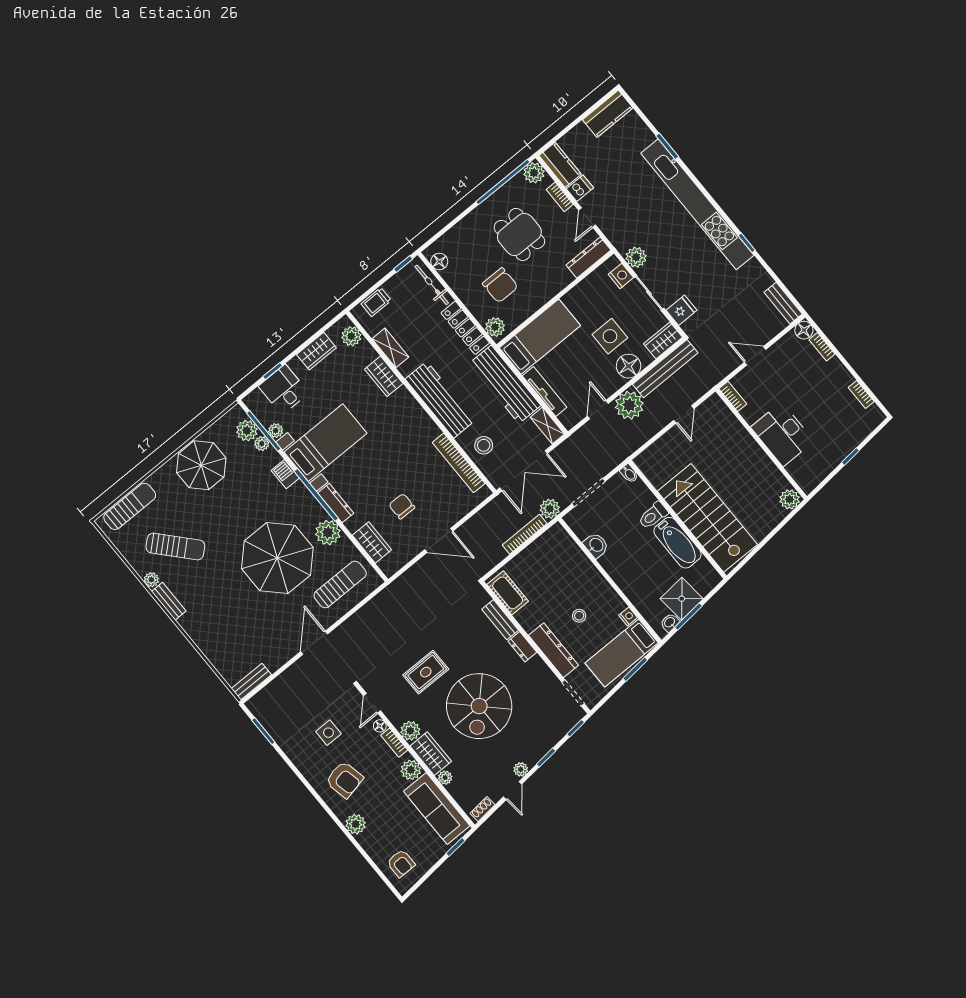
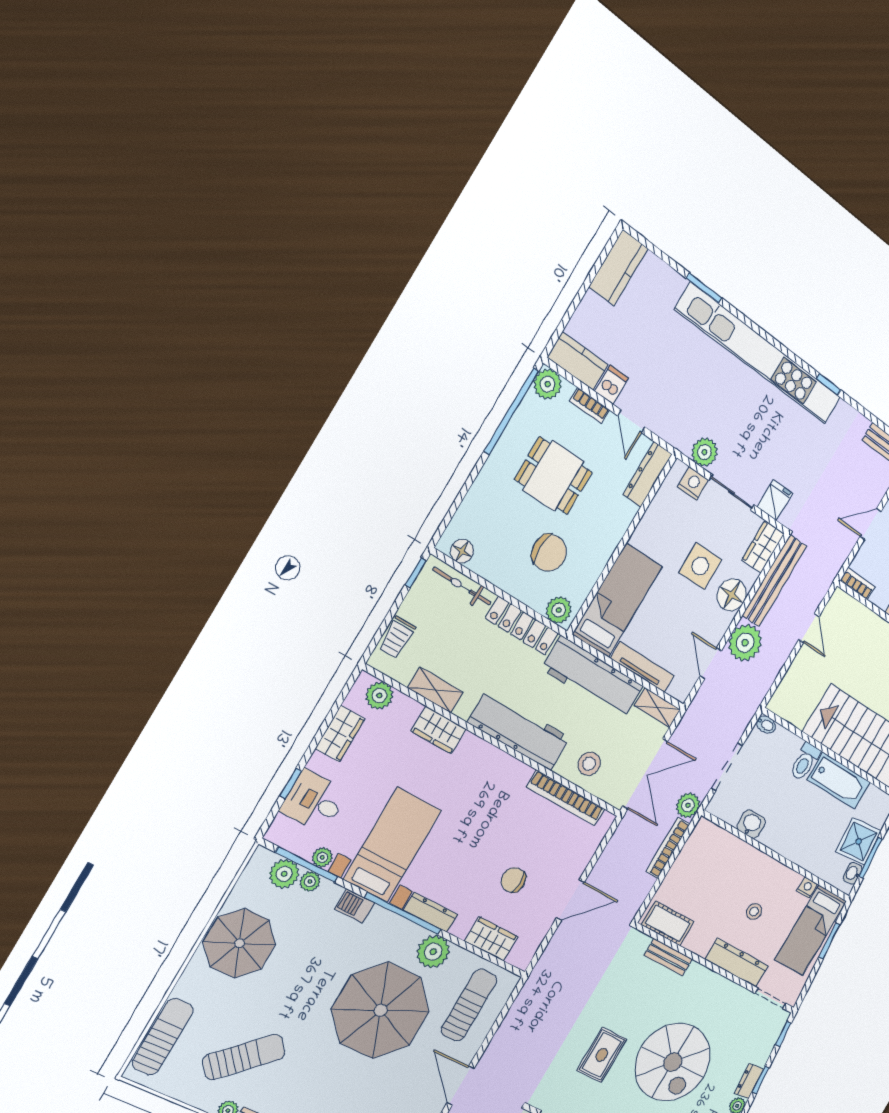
dresser: (522, 647) -> (749, 1081), moved, turned 85

